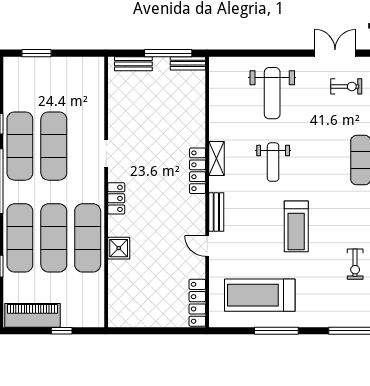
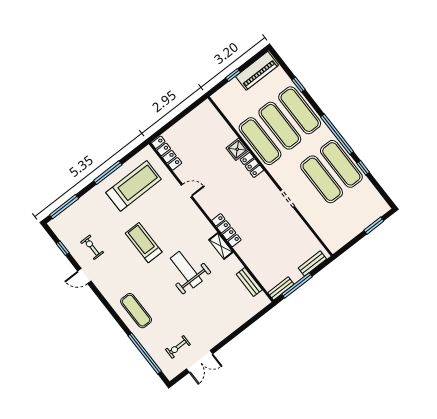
weight bench: (272, 93) -> (218, 309), removed
weight bench: (273, 162) -> (186, 270), width x1.36, depth x1.33
locker: (116, 198) -> (252, 165), moved
bench: (216, 212) -> (249, 282), moved

